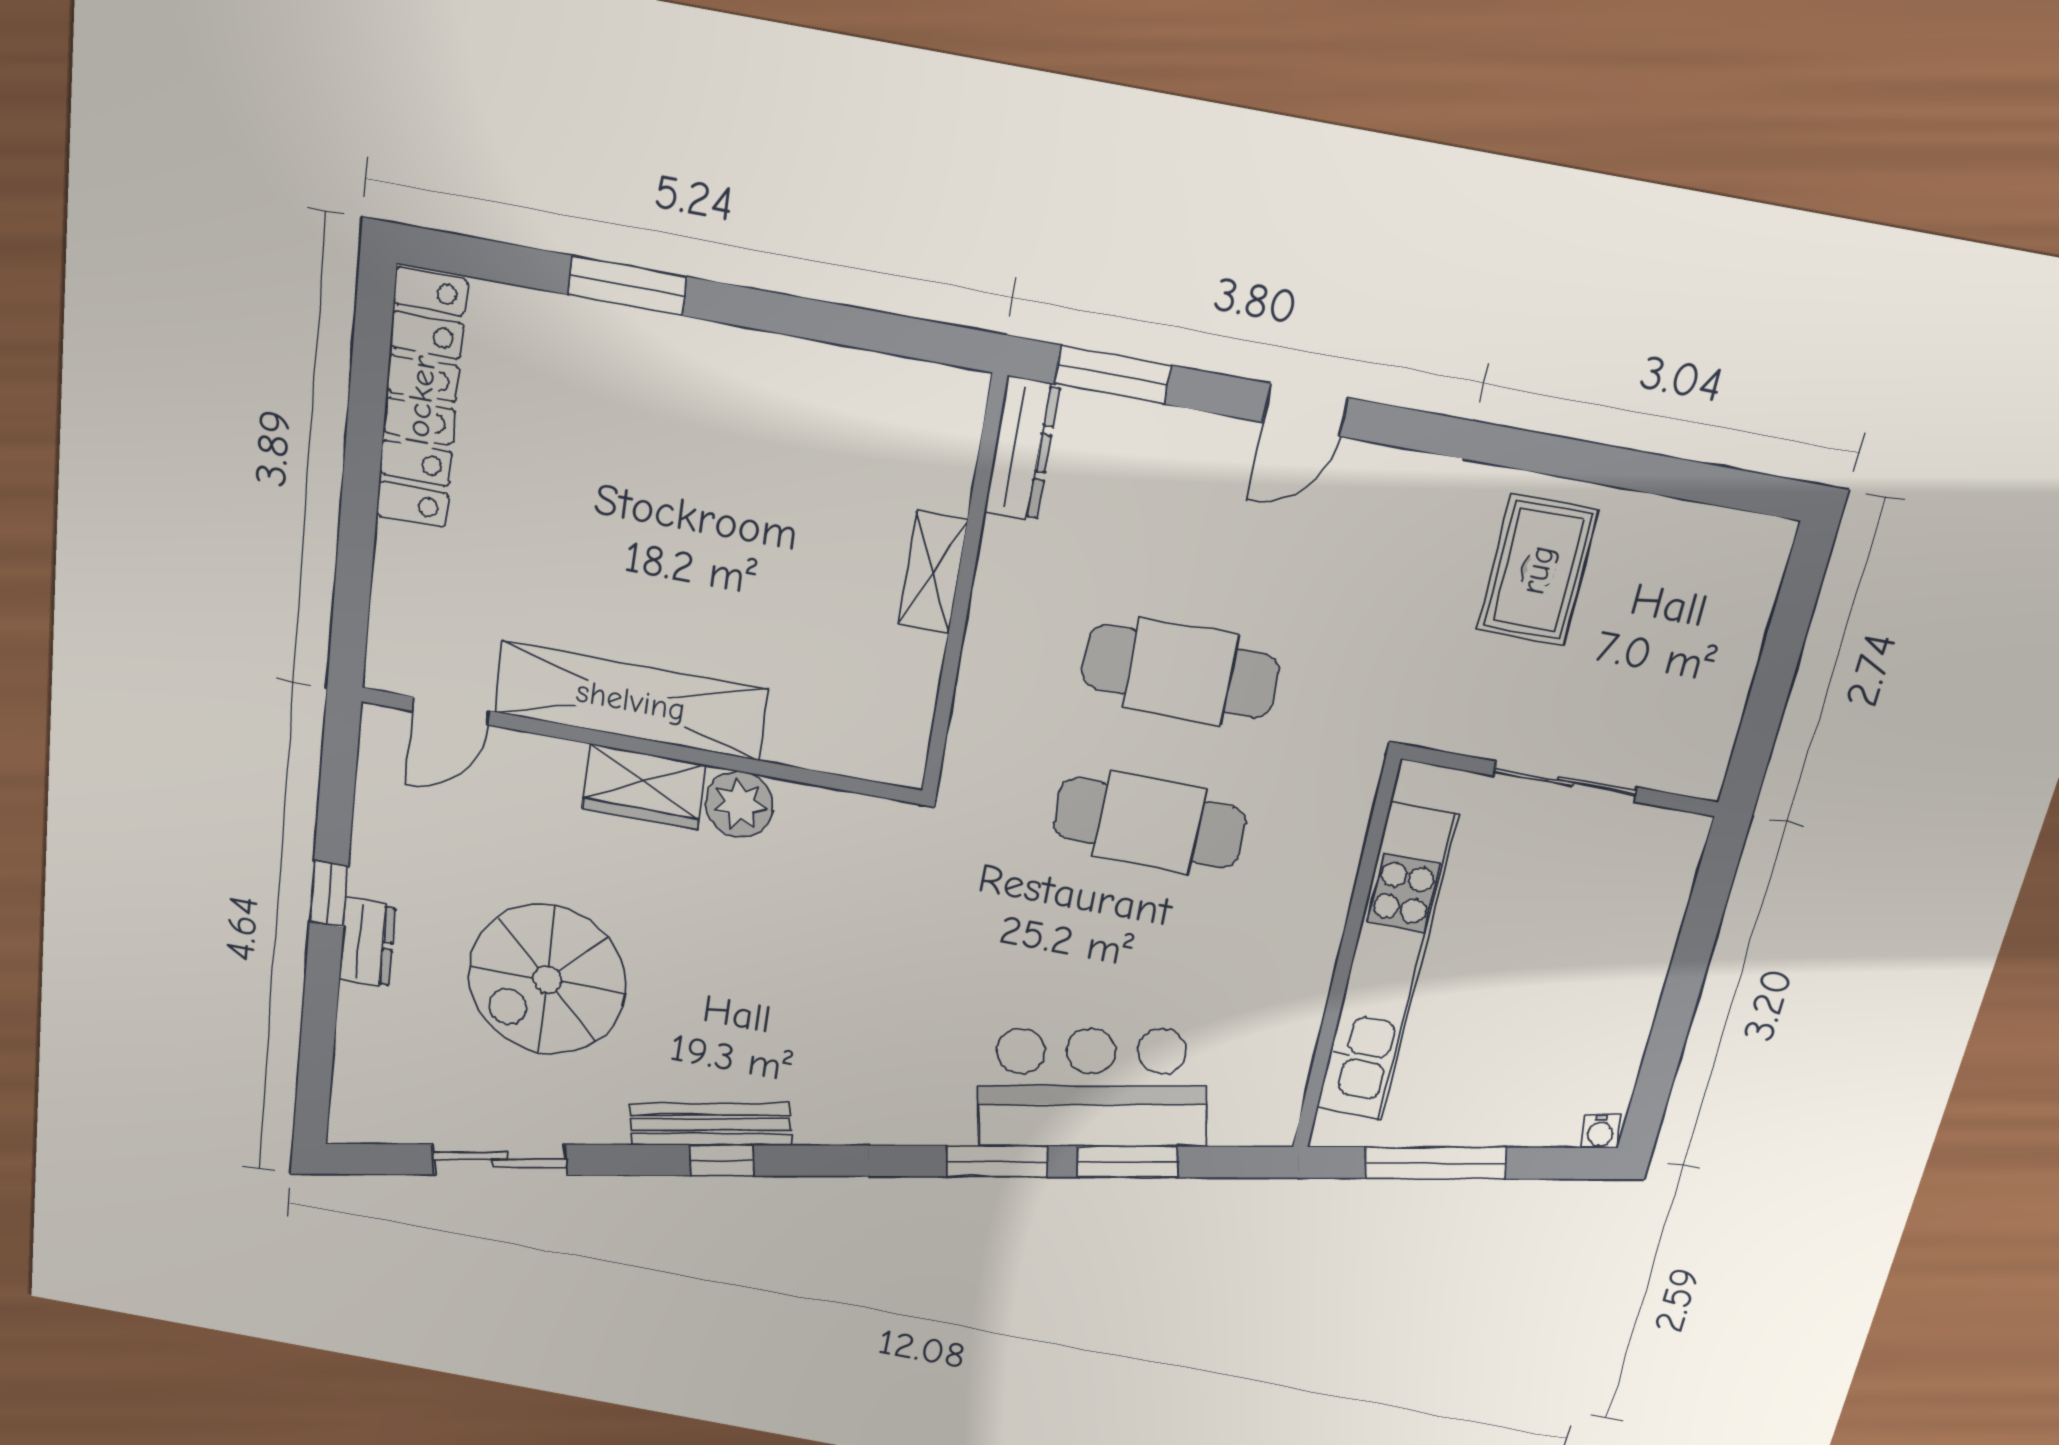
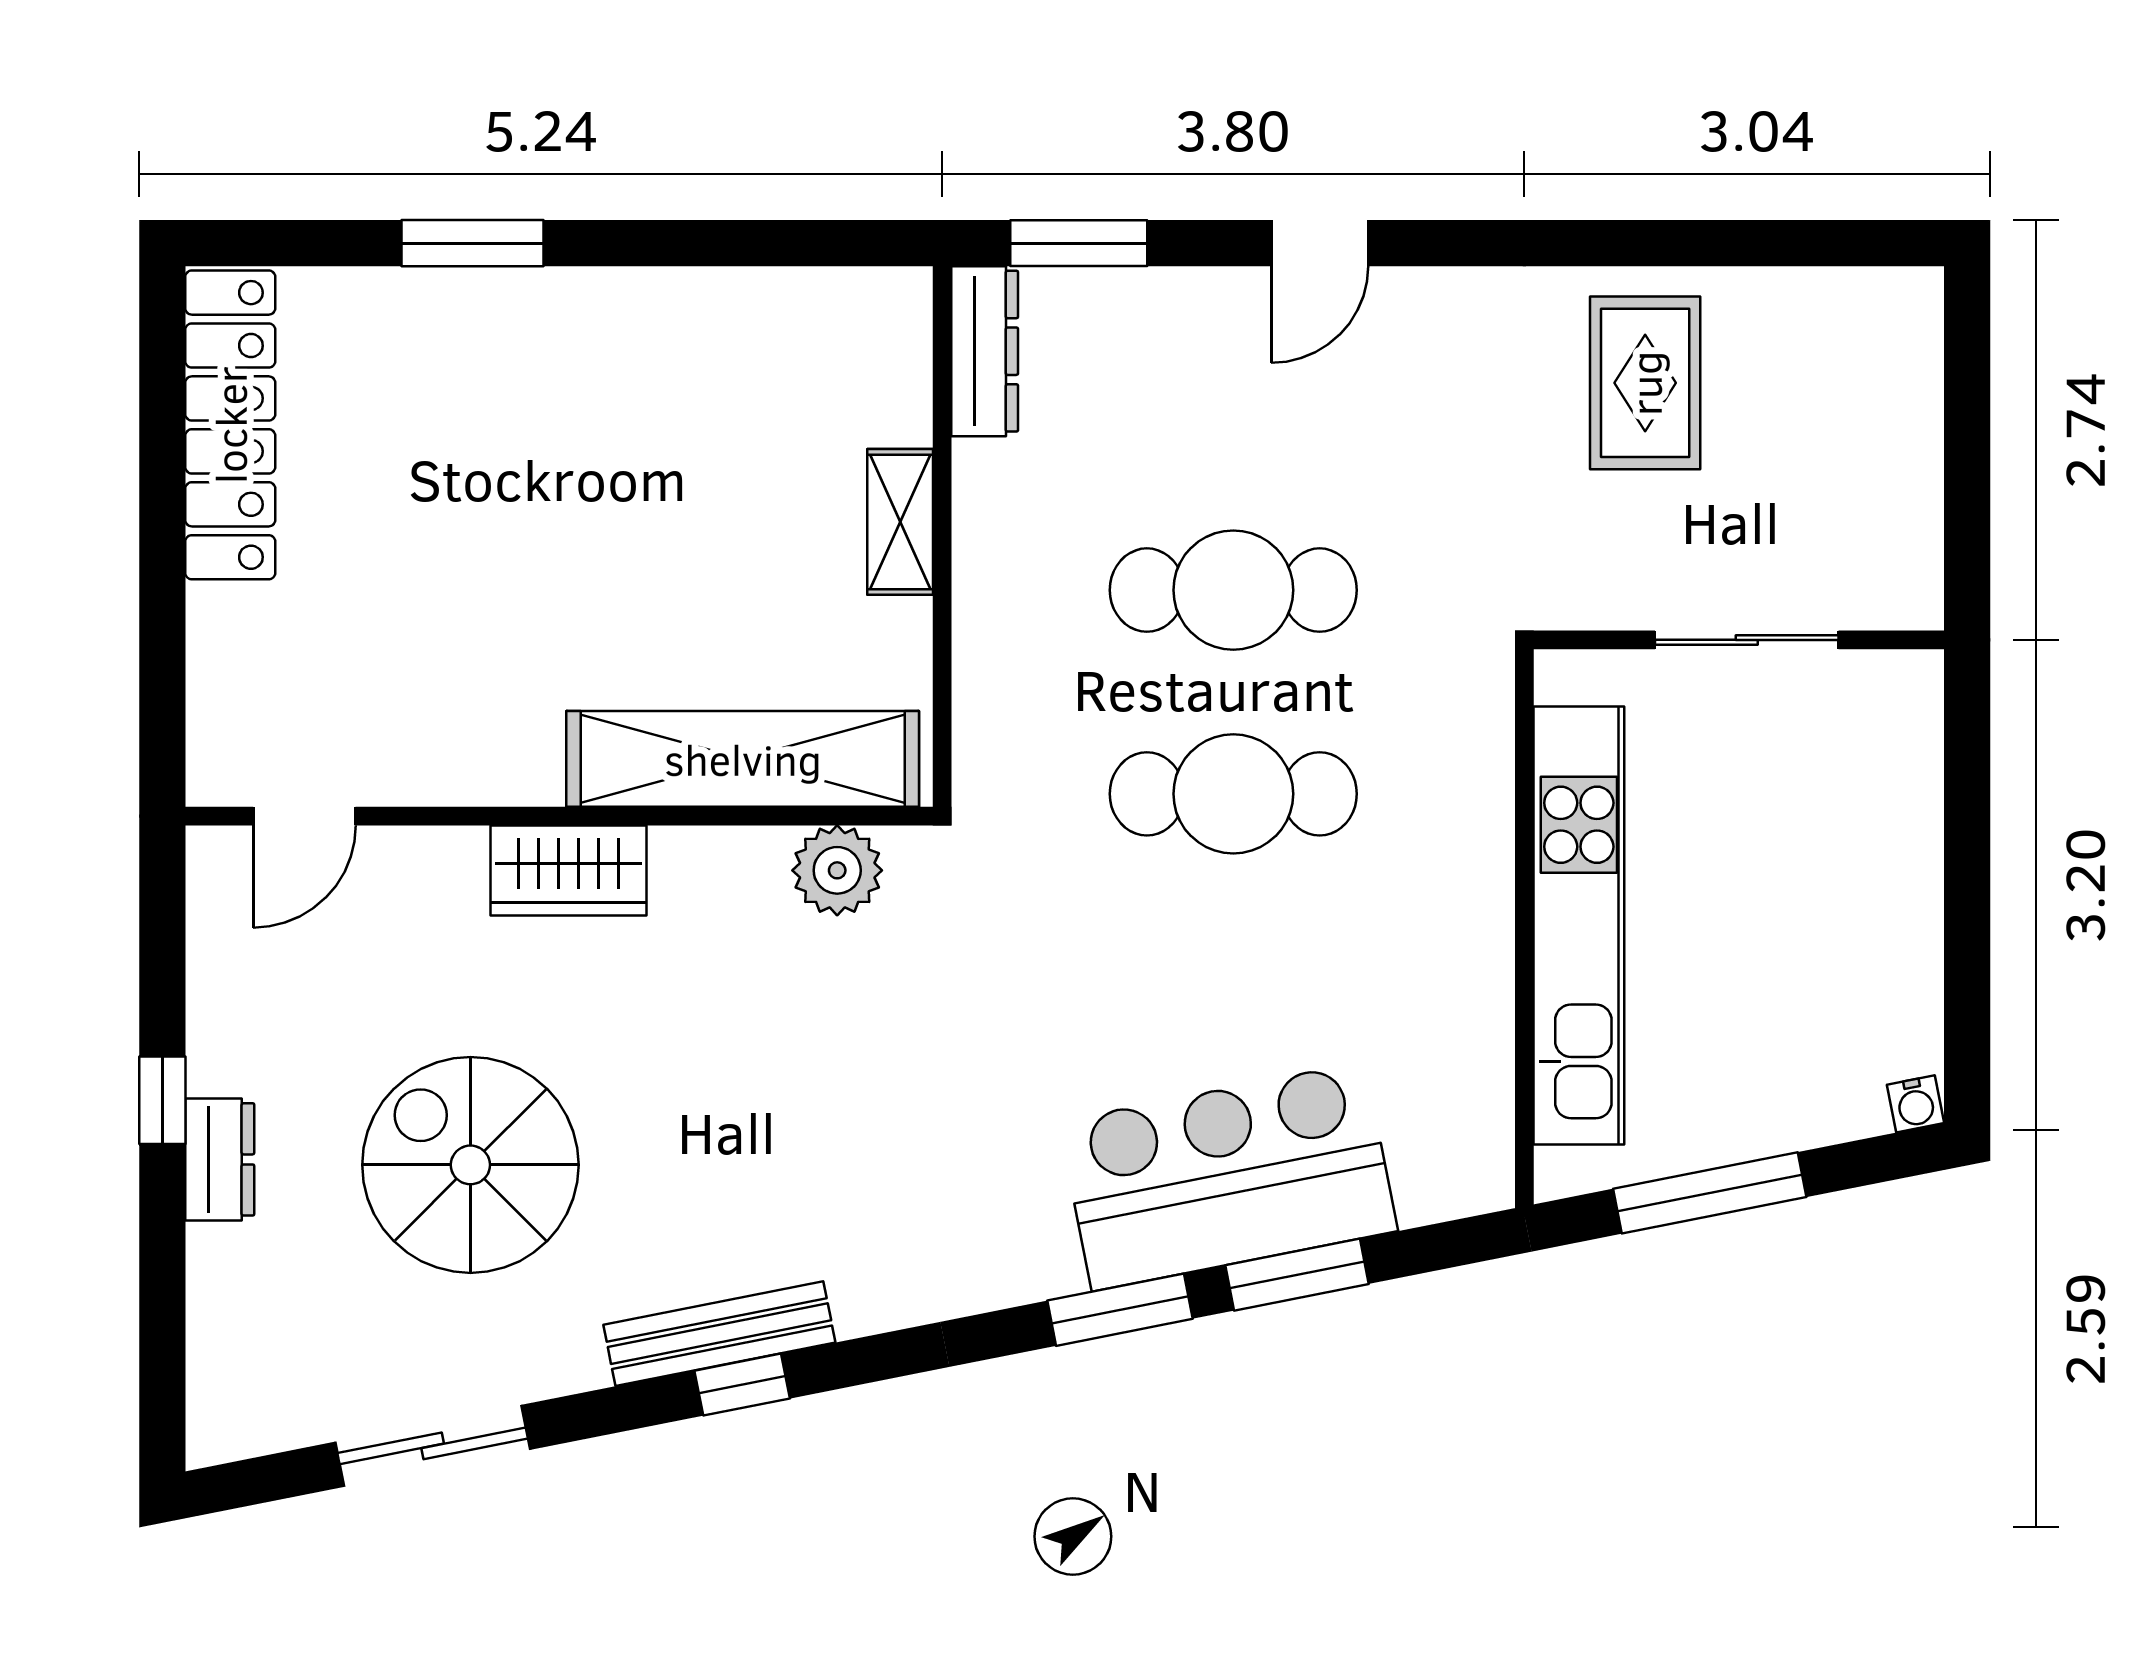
shelving: (631, 701) -> (743, 759), moved
plant: (740, 804) -> (837, 870), moved
spiral stairs: (547, 980) -> (470, 1165), turned 90

